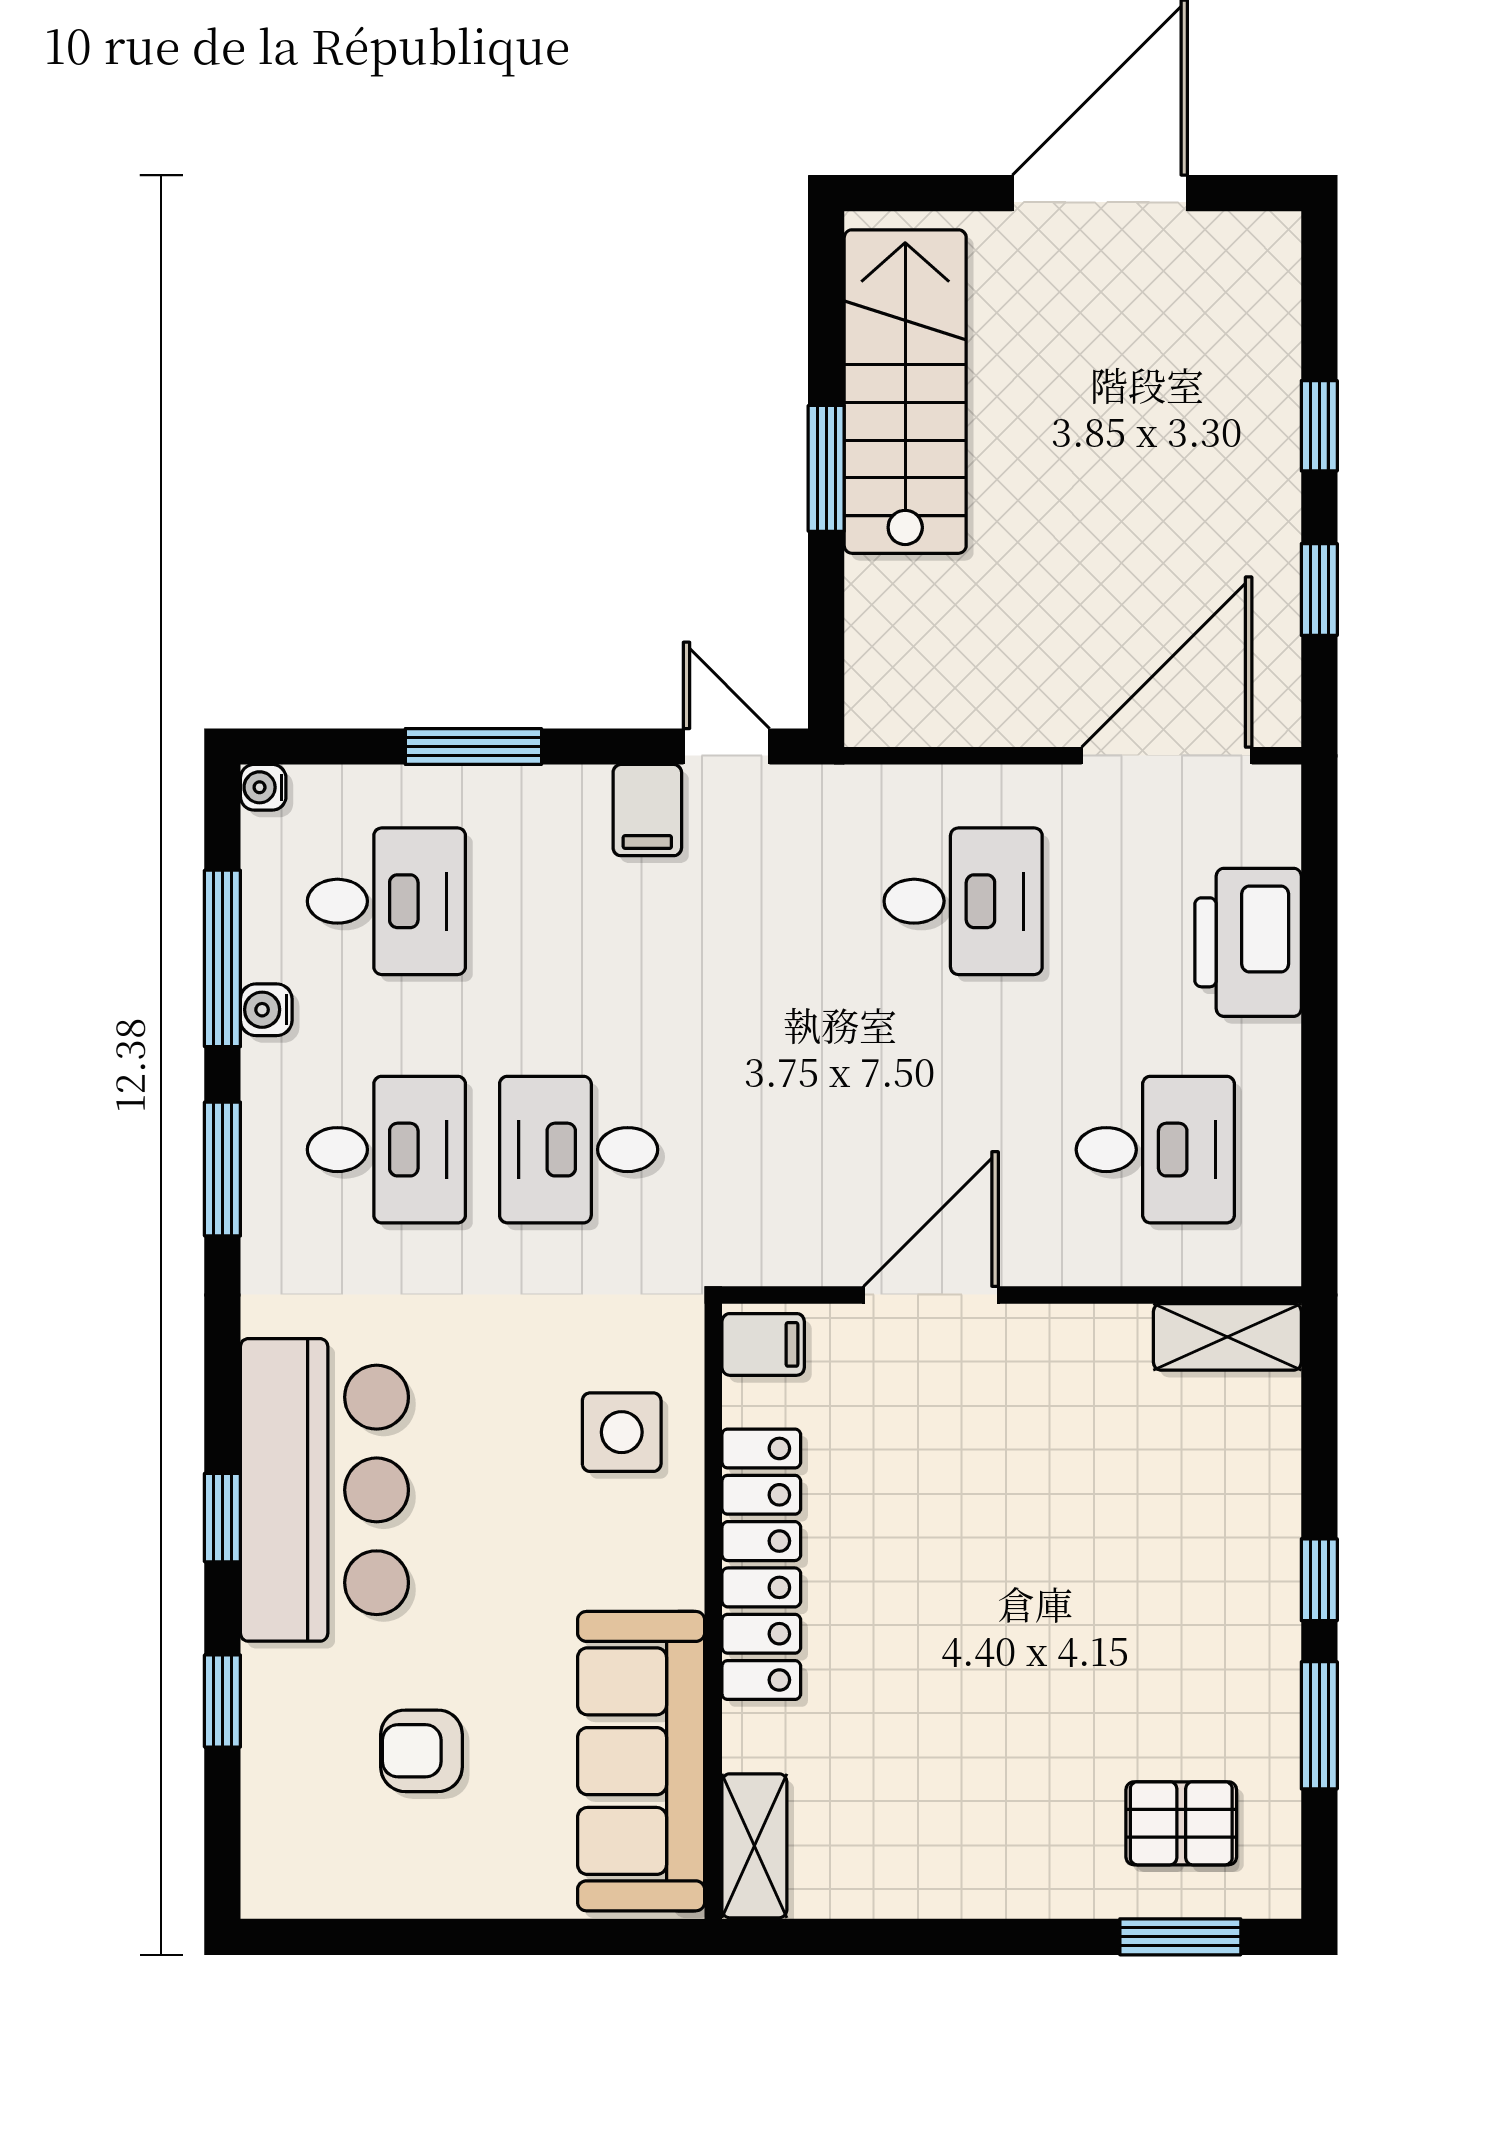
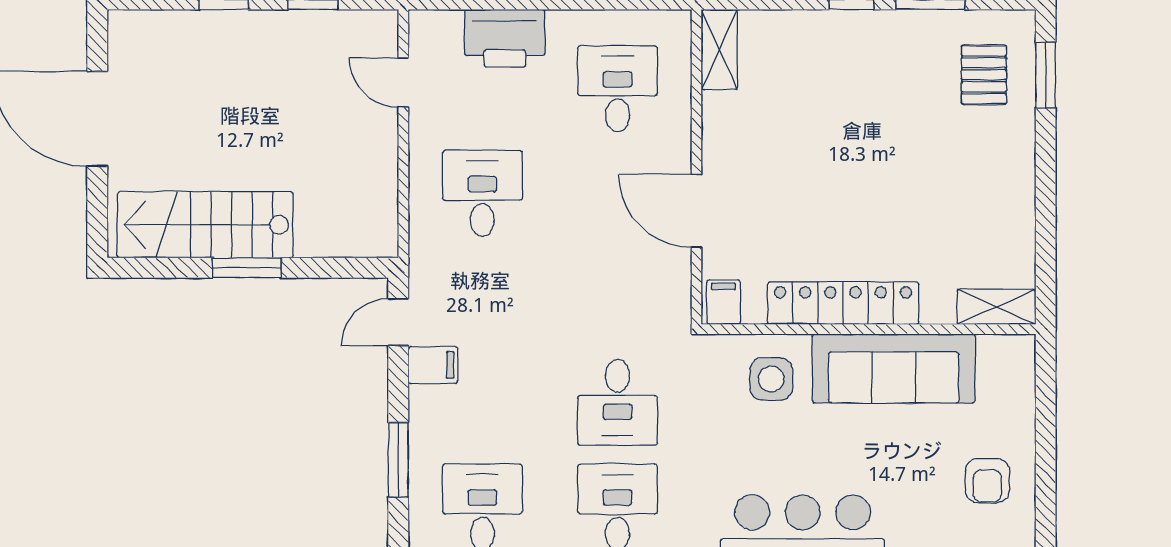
door: (1167, 756) -> (403, 83), width x0.53
armchair: (422, 1751) -> (987, 481), moved
sofa: (641, 1761) -> (894, 368), moved

